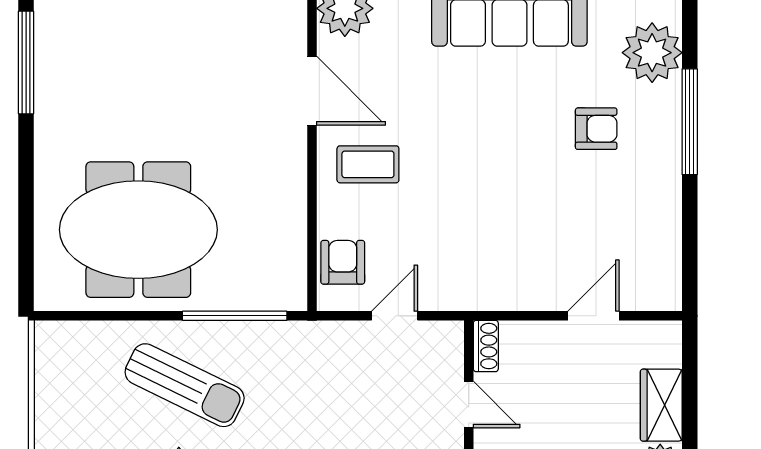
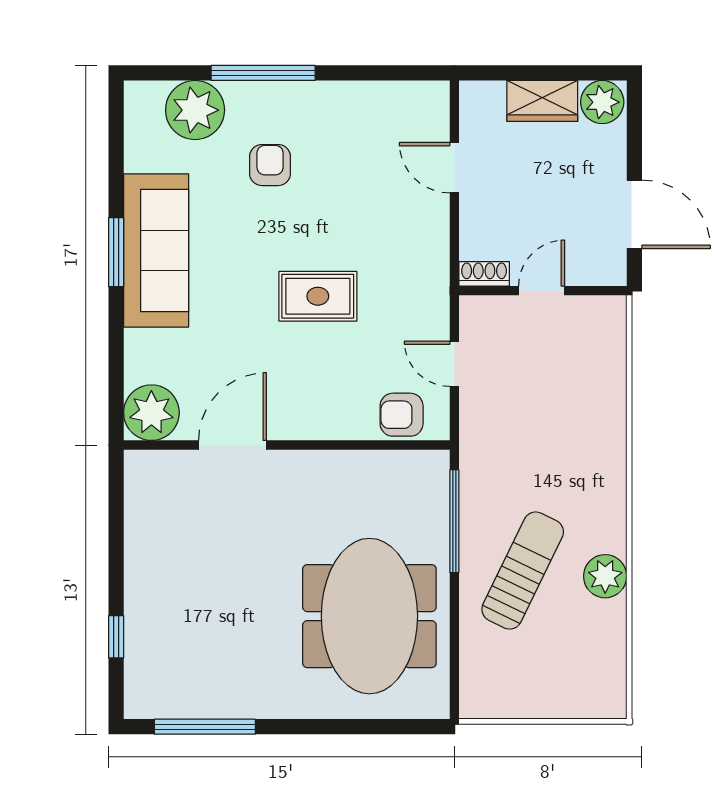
coffee table: (368, 164) -> (305, 390), removed
rug: (463, 177) -> (318, 296), added

